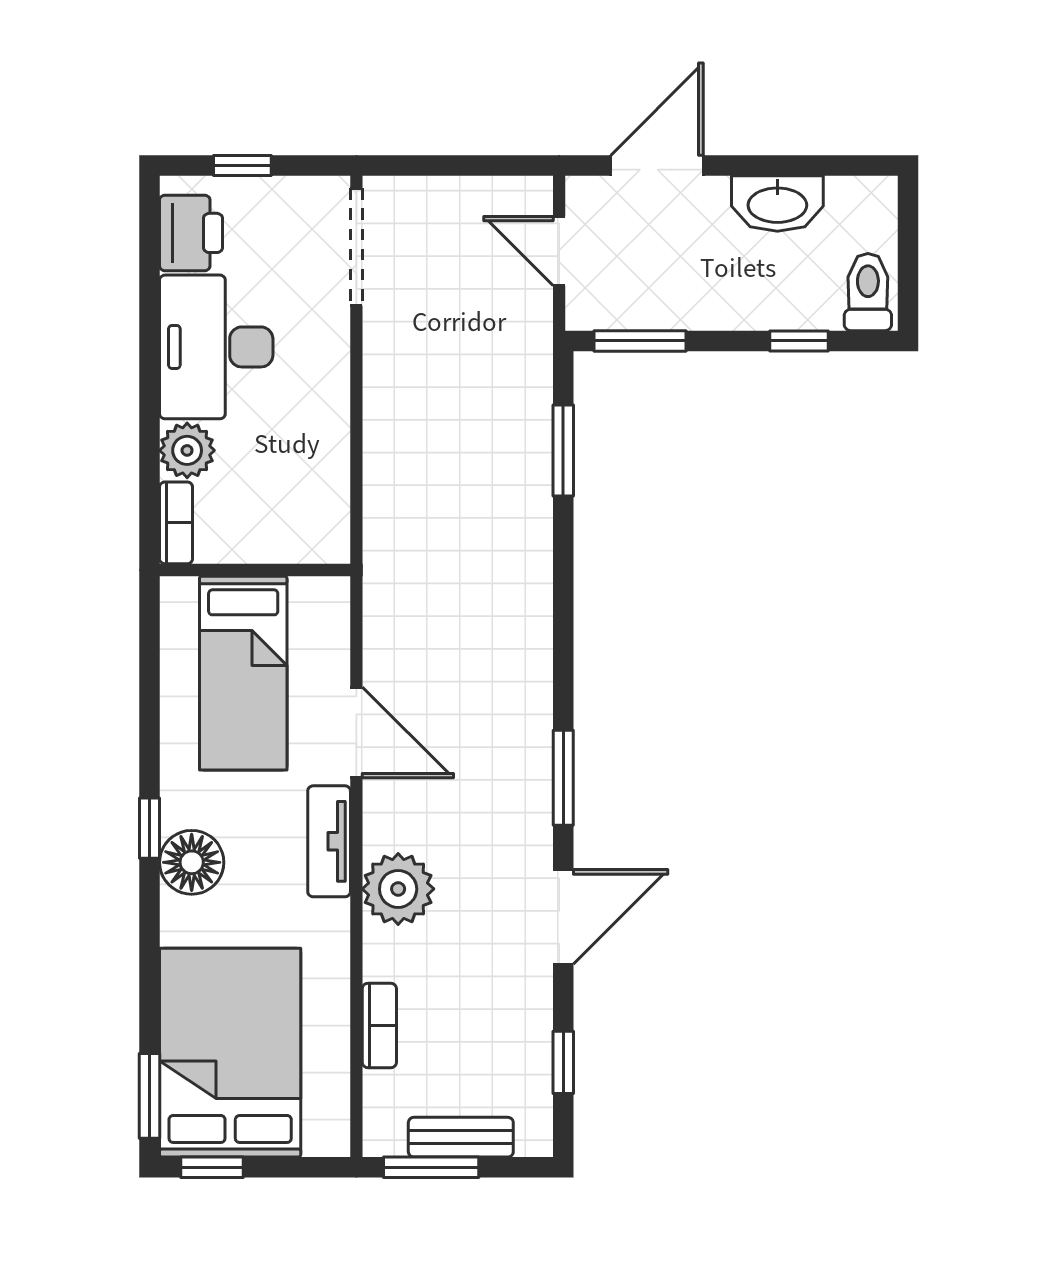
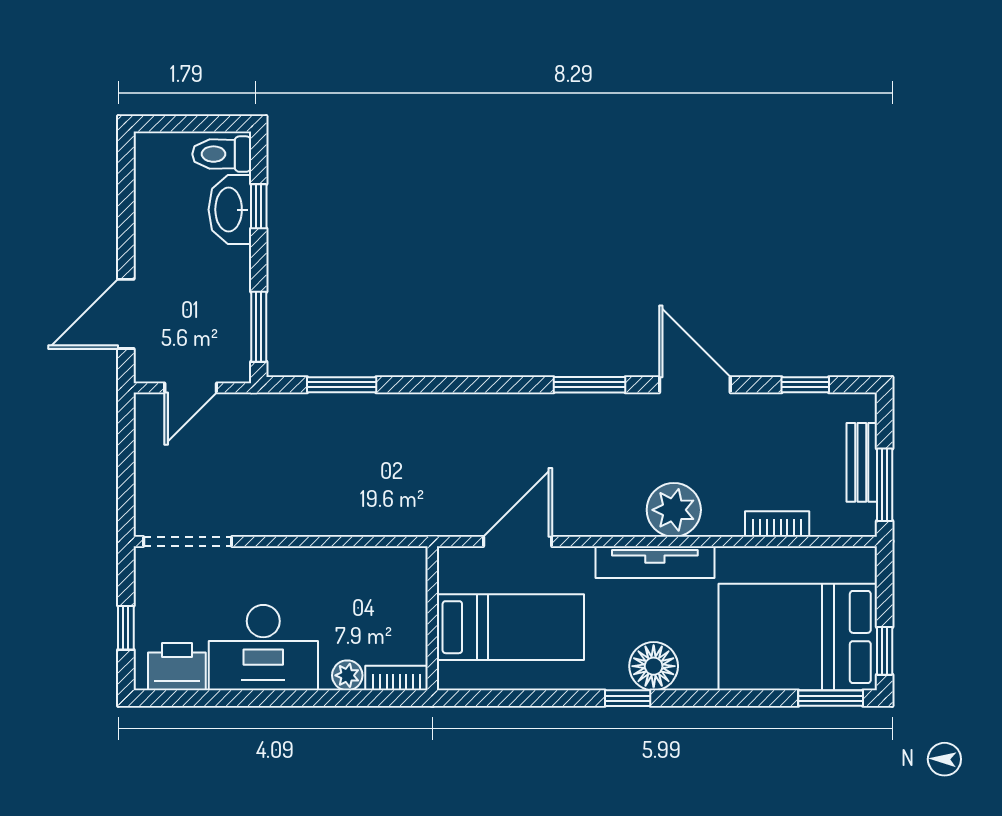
door: (657, 165) -> (126, 314), hinge flipped
washbasin: (777, 204) -> (230, 210), moved, turned 180
plant: (187, 450) -> (347, 675), width x0.73, depth x0.73
door: (356, 732) -> (518, 541), moved
tv unit: (329, 841) -> (655, 562), width x1.41

